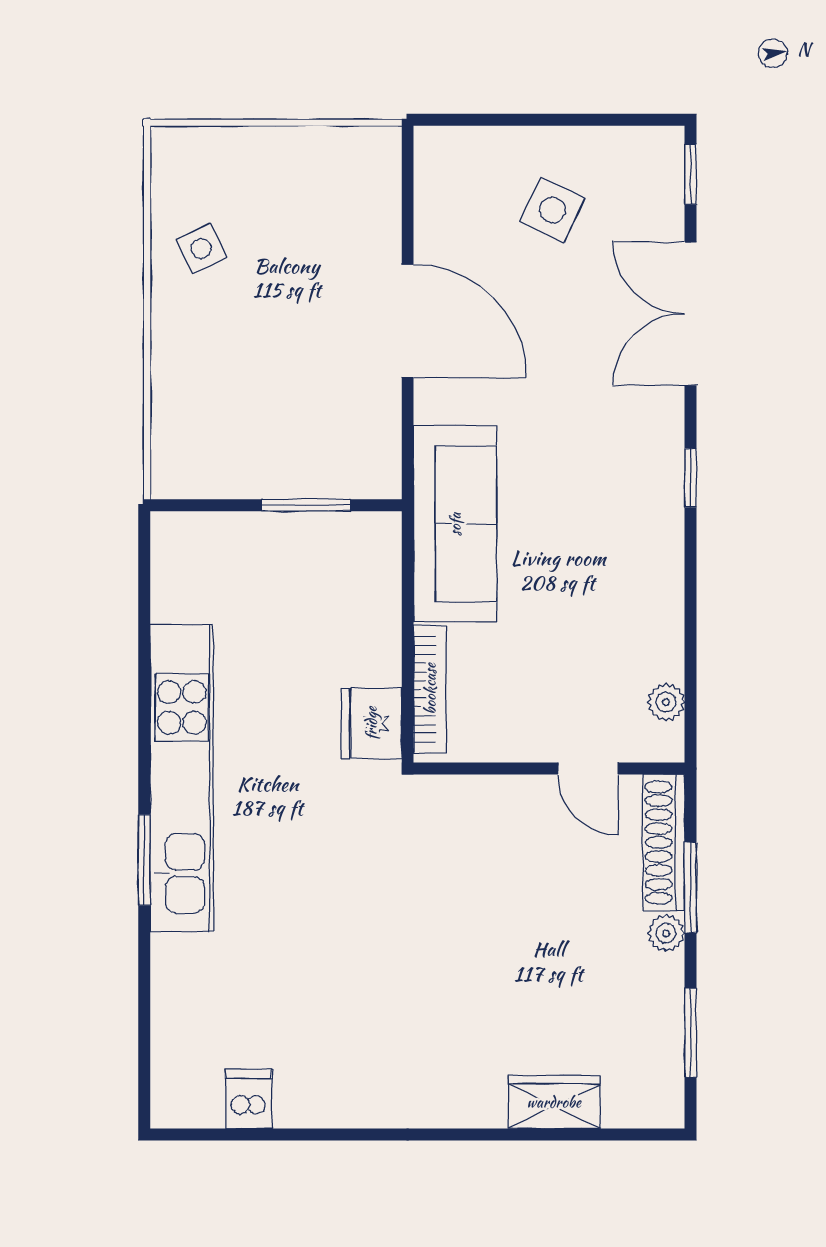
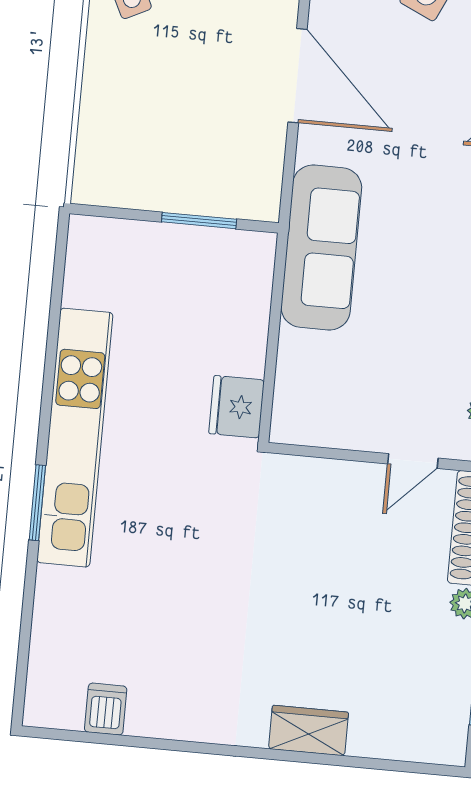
bookcase: (430, 689) -> (288, 383), removed
door: (588, 769) -> (413, 461), hinge flipped
wardrobe: (554, 1102) -> (309, 730), moved

